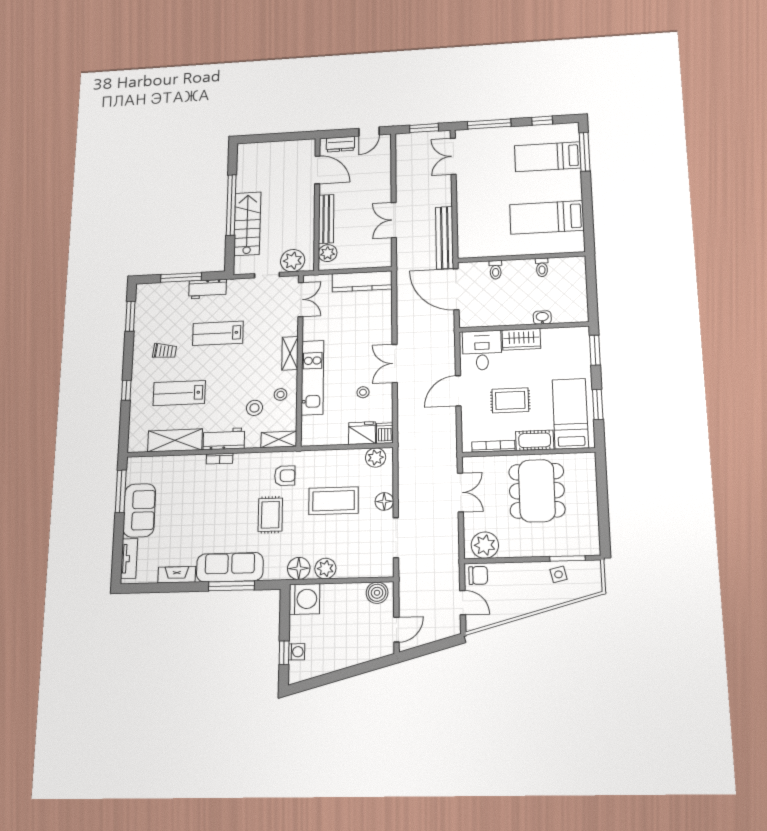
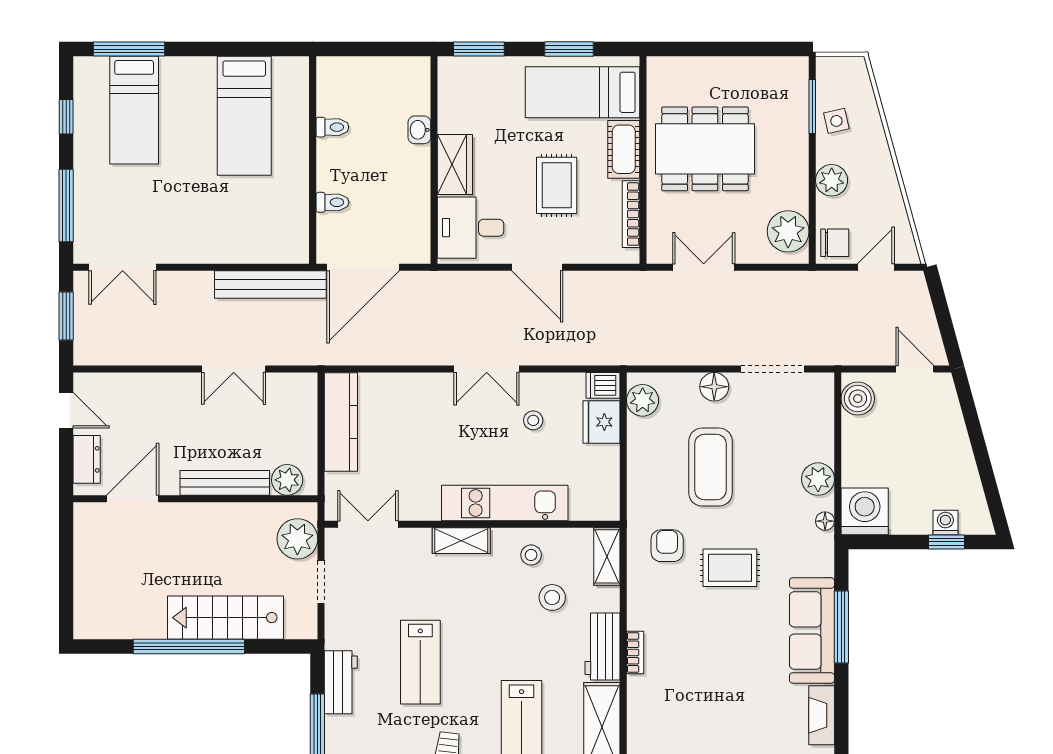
floor lamp: (299, 568) -> (825, 521), width x0.53, depth x0.53
plant: (519, 572) -> (832, 180), added
chair: (478, 575) -> (835, 243), turned 90

